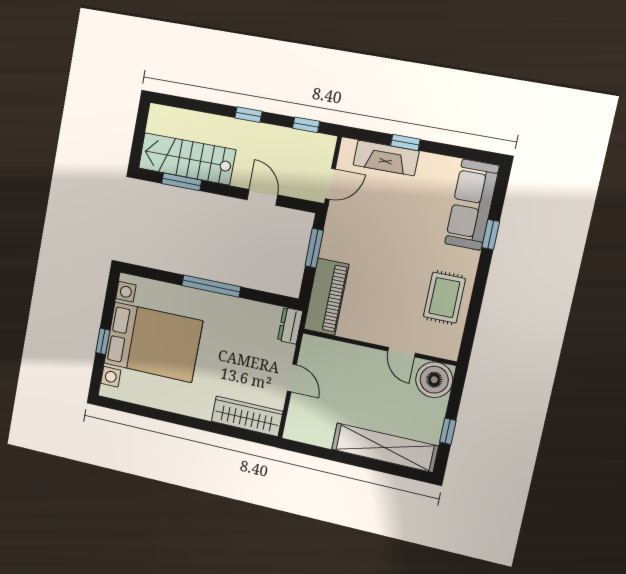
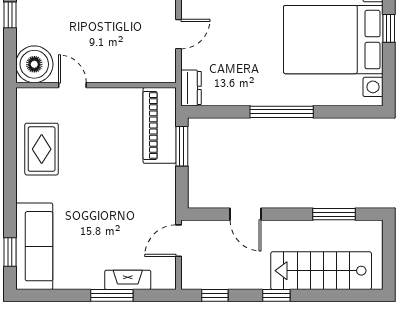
window: (405, 143) -> (112, 295), width x1.50
fireplace: (386, 158) -> (128, 280), width x0.73, depth x0.76
stairs: (187, 159) -> (321, 271), moved, turned 180
window: (491, 235) -> (10, 252), moved
window: (314, 248) -> (182, 146), moved
door: (292, 378) -> (178, 34), swing flipped

